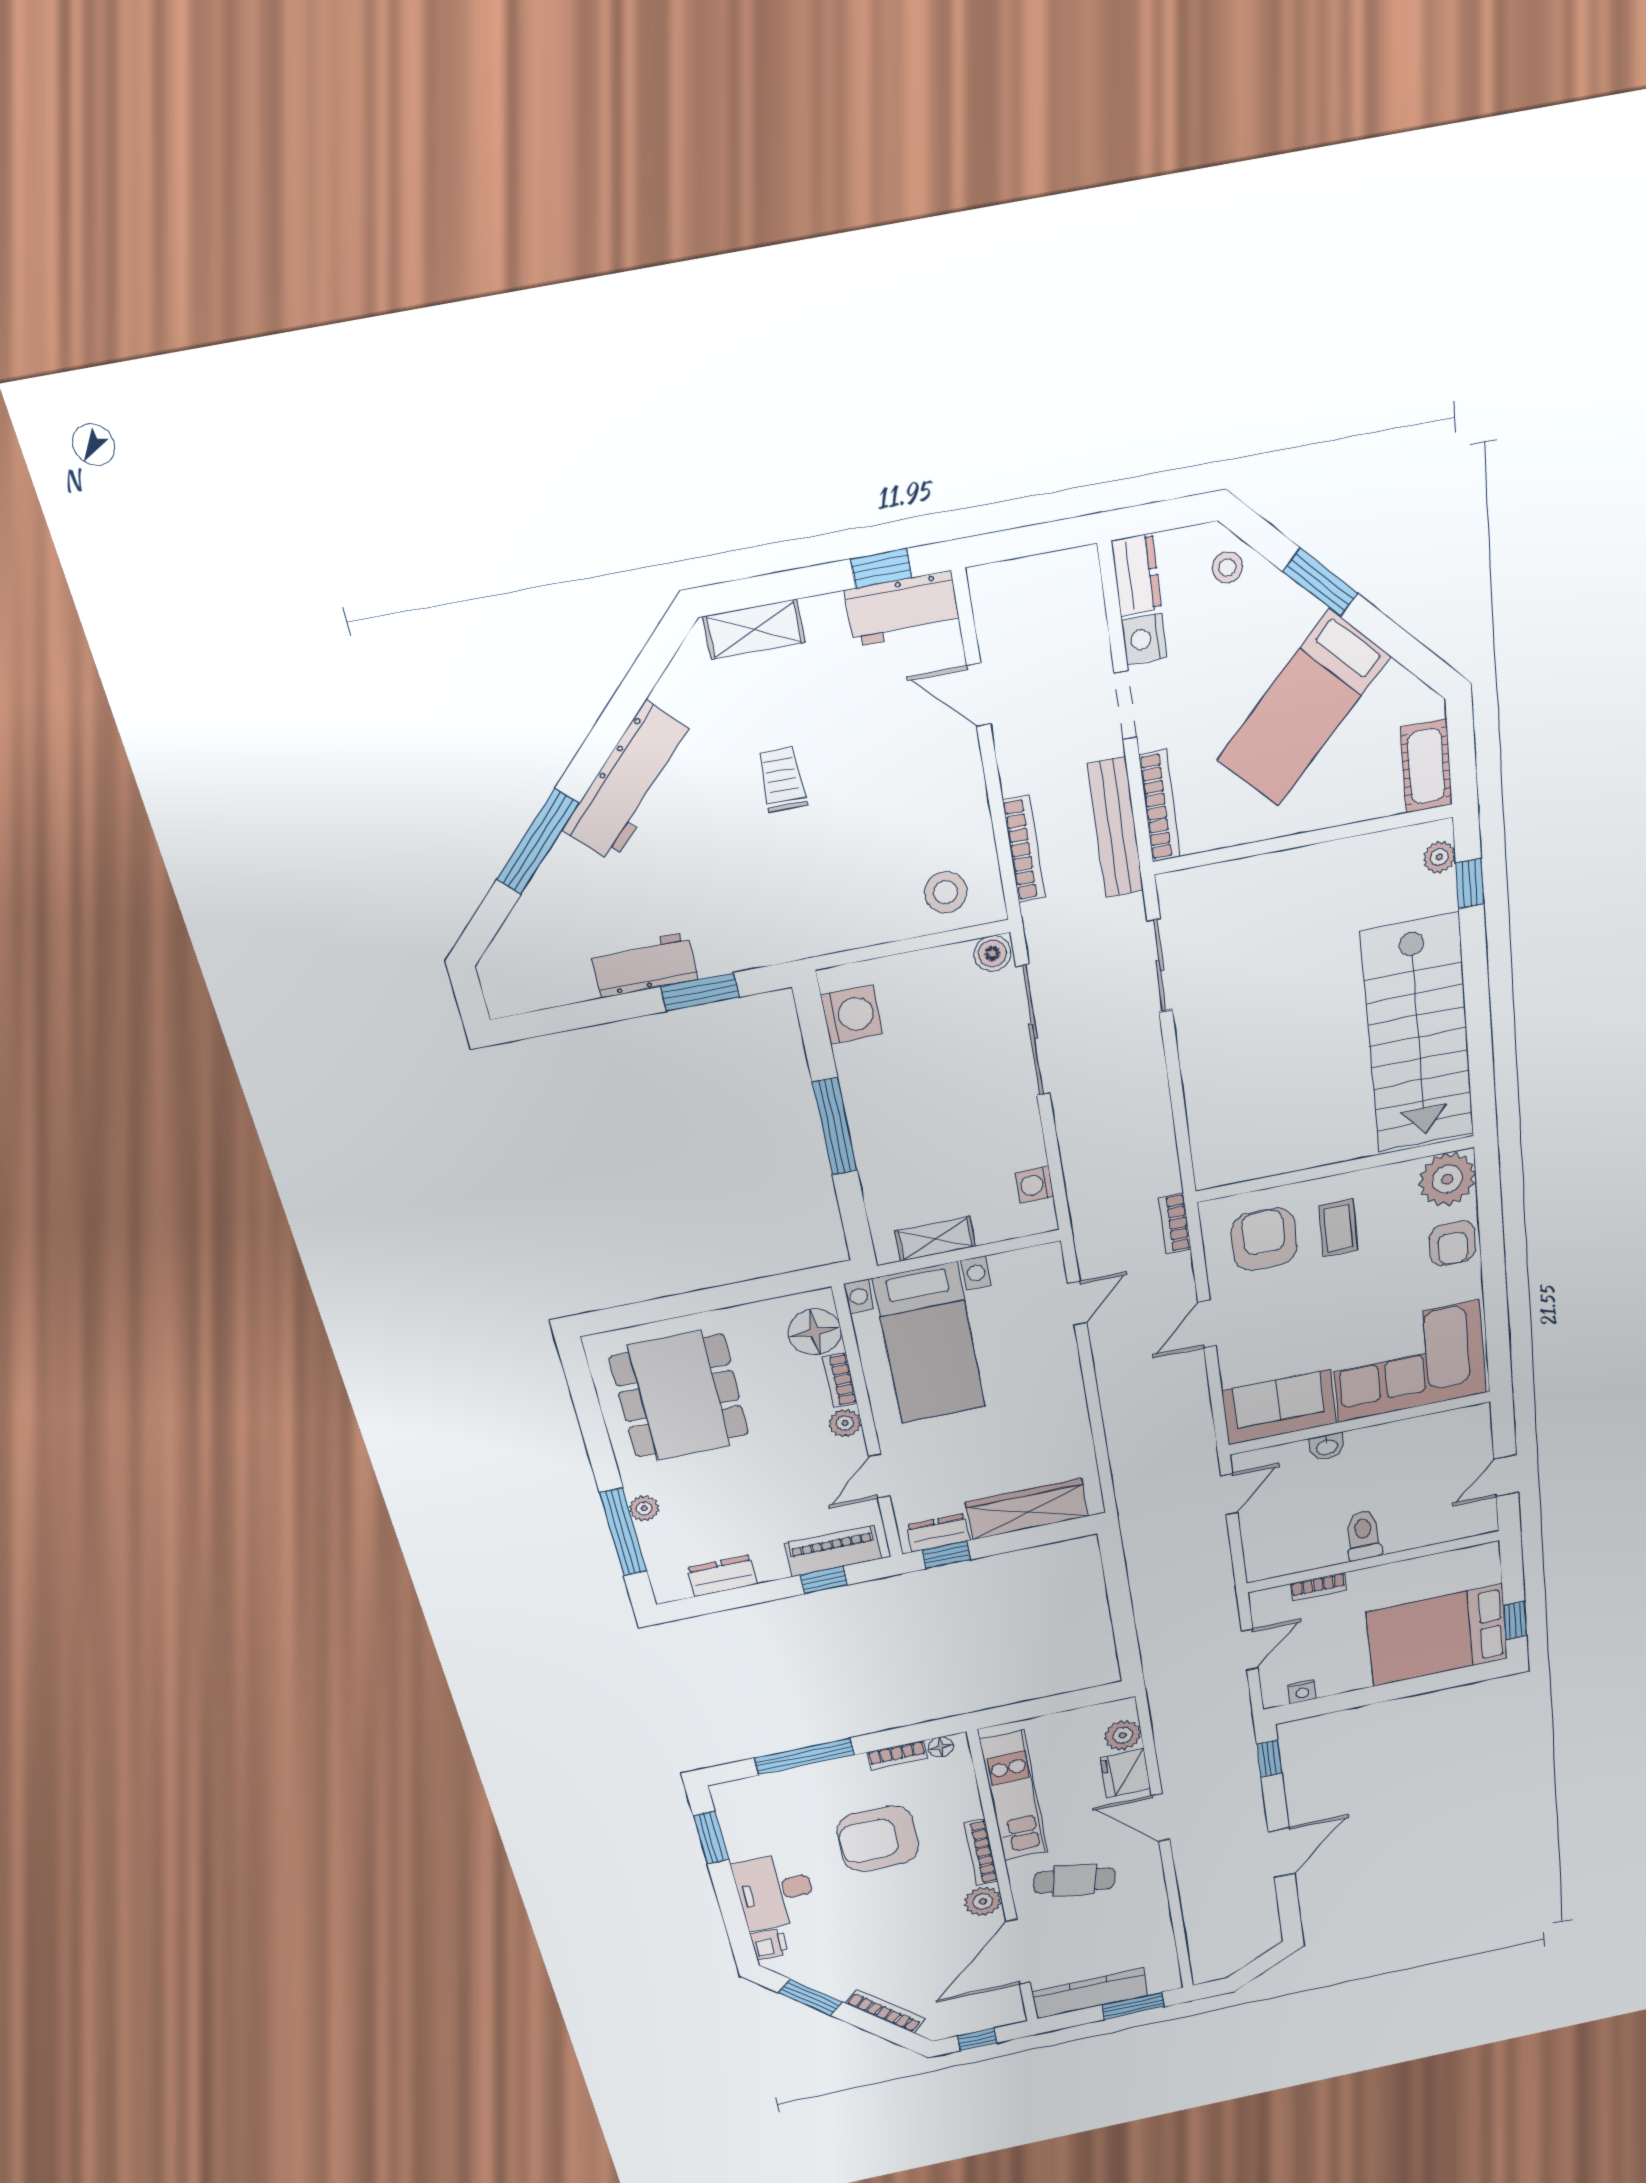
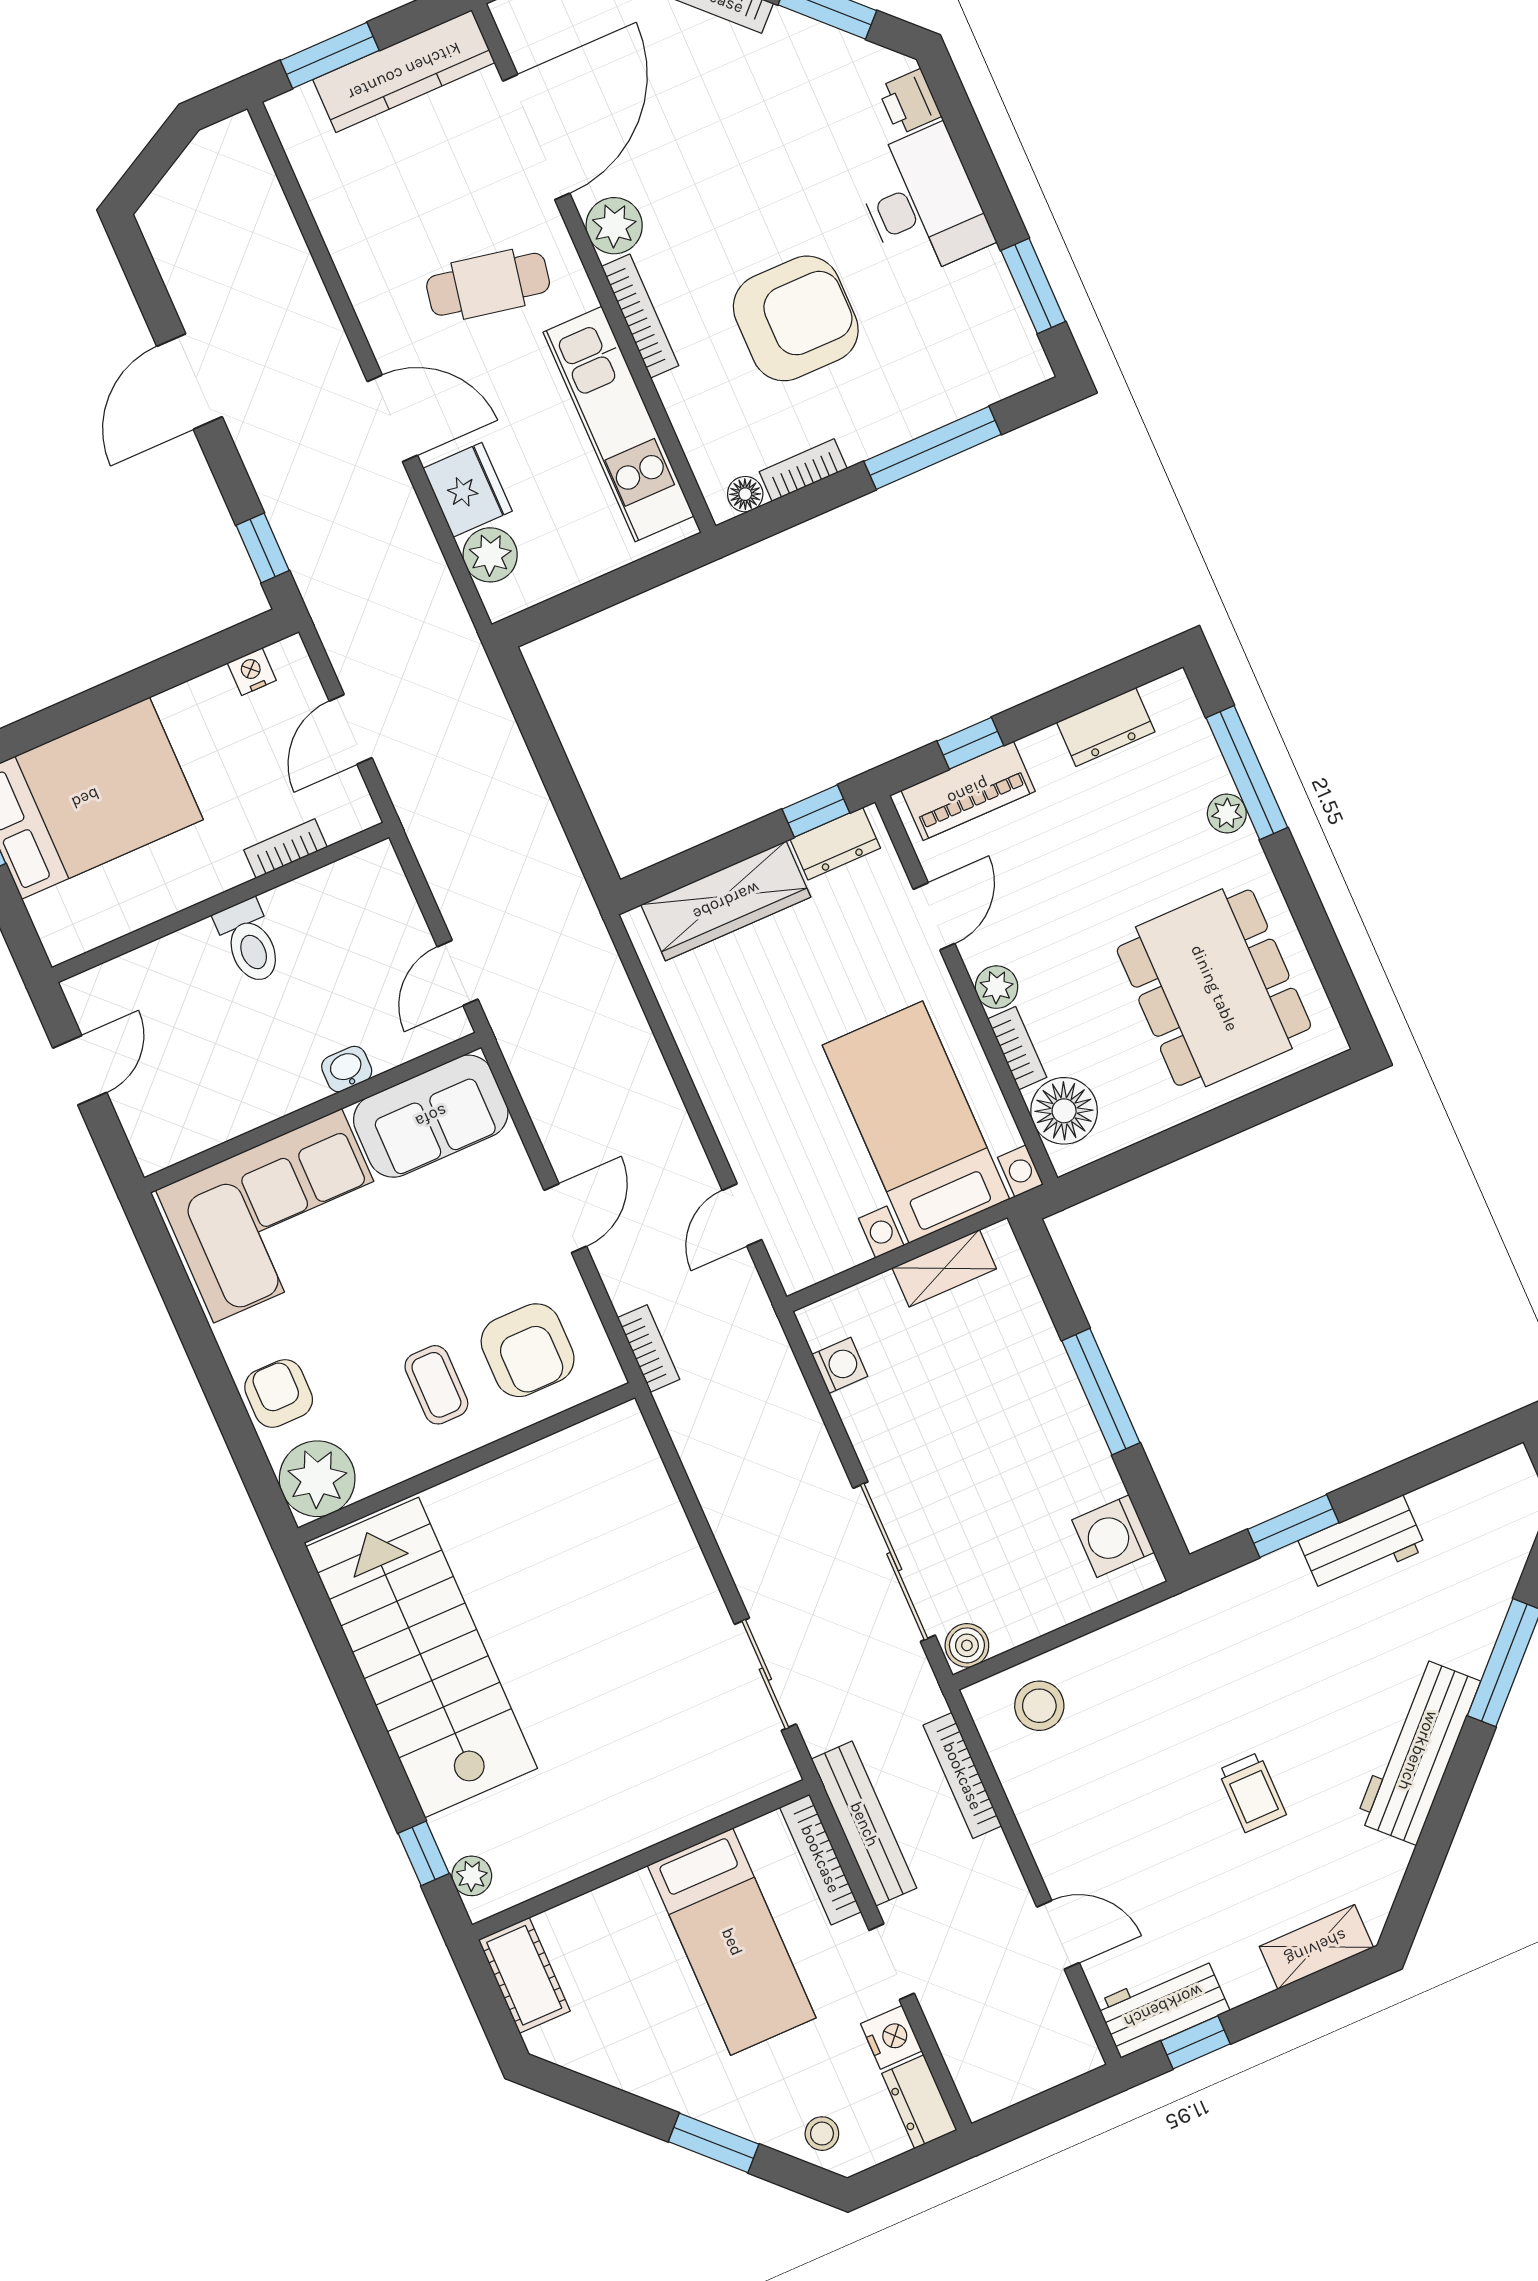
bed: (1303, 708) -> (732, 1942), moved, turned 135

